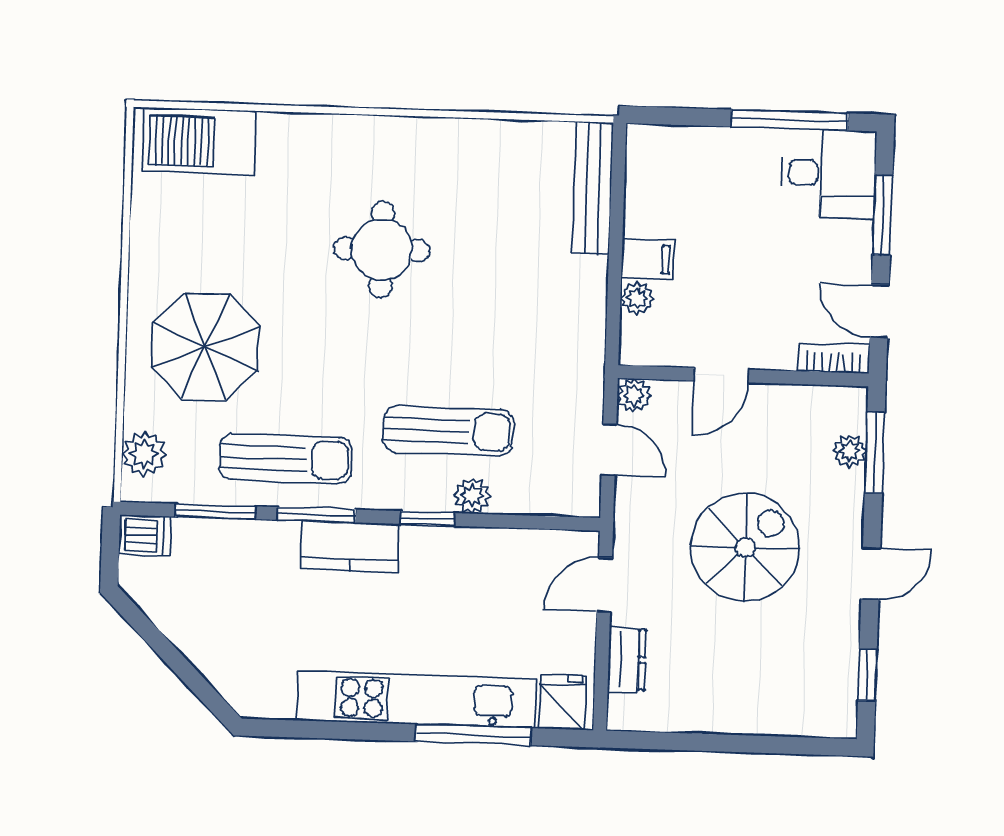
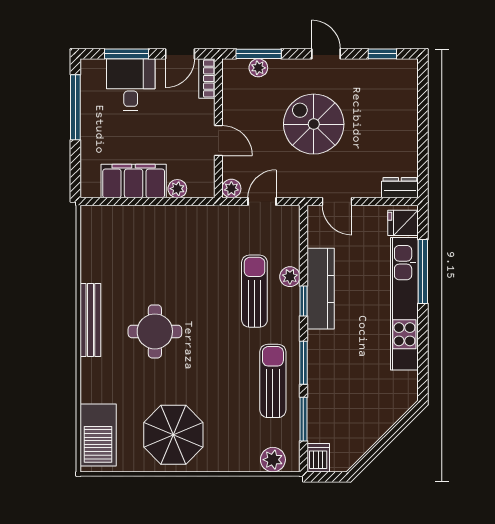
desk: (829, 173) -> (131, 85), moved
bench: (593, 188) -> (90, 320), moved, turned 90
filing cabinet: (648, 259) -> (134, 181), width x3.00, depth x1.17
parasol: (205, 347) -> (173, 435), moved
kitchen counter: (350, 547) -> (321, 289), moved, width x1.50
dresser: (627, 660) -> (400, 188), moved

